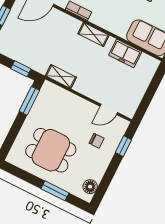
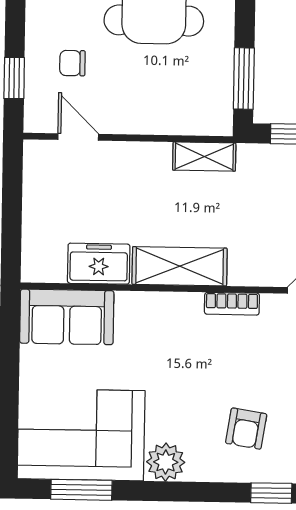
shelving: (94, 34) -> (180, 266), width x1.50, depth x1.33
door: (109, 109) -> (78, 137), hinge flipped

